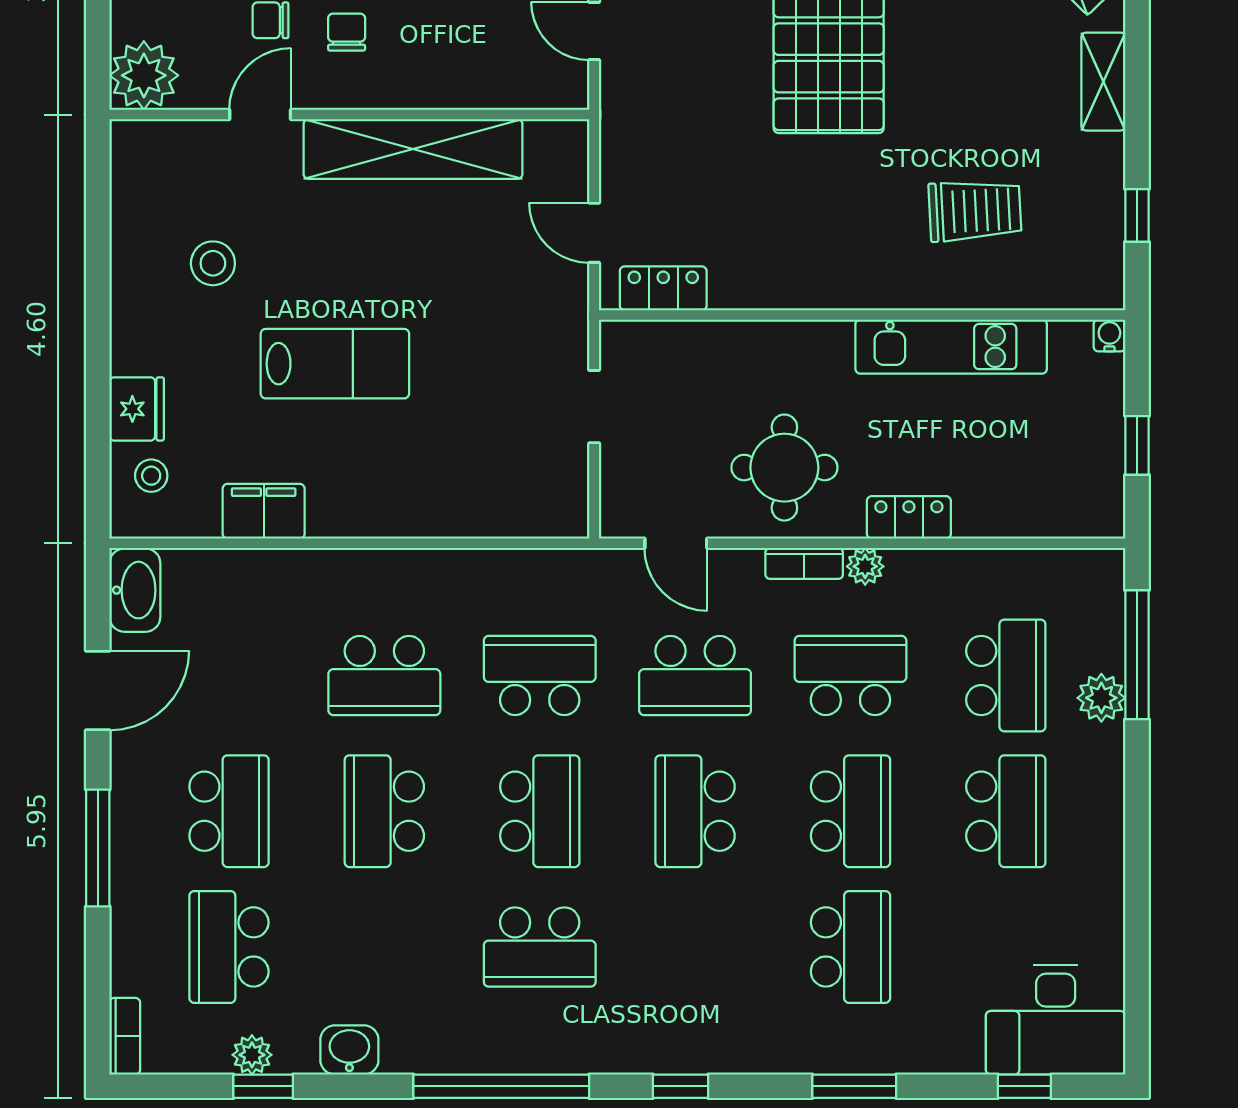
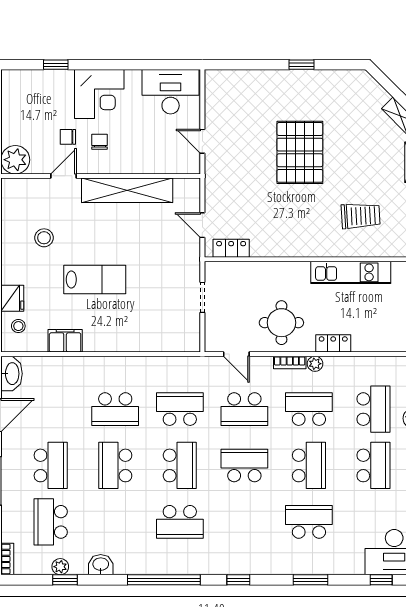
school desk: (695, 811) -> (244, 465), turned 90
school desk: (850, 947) -> (309, 522), turned -90

